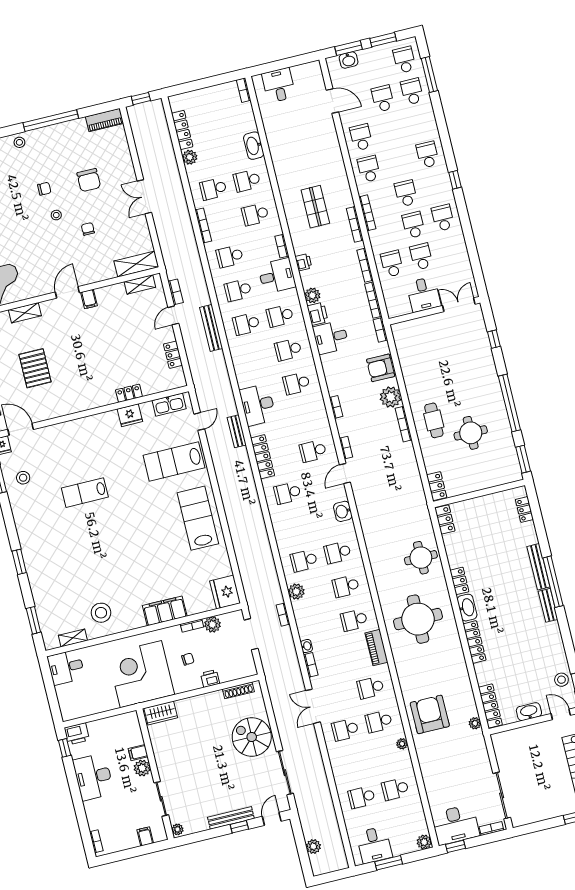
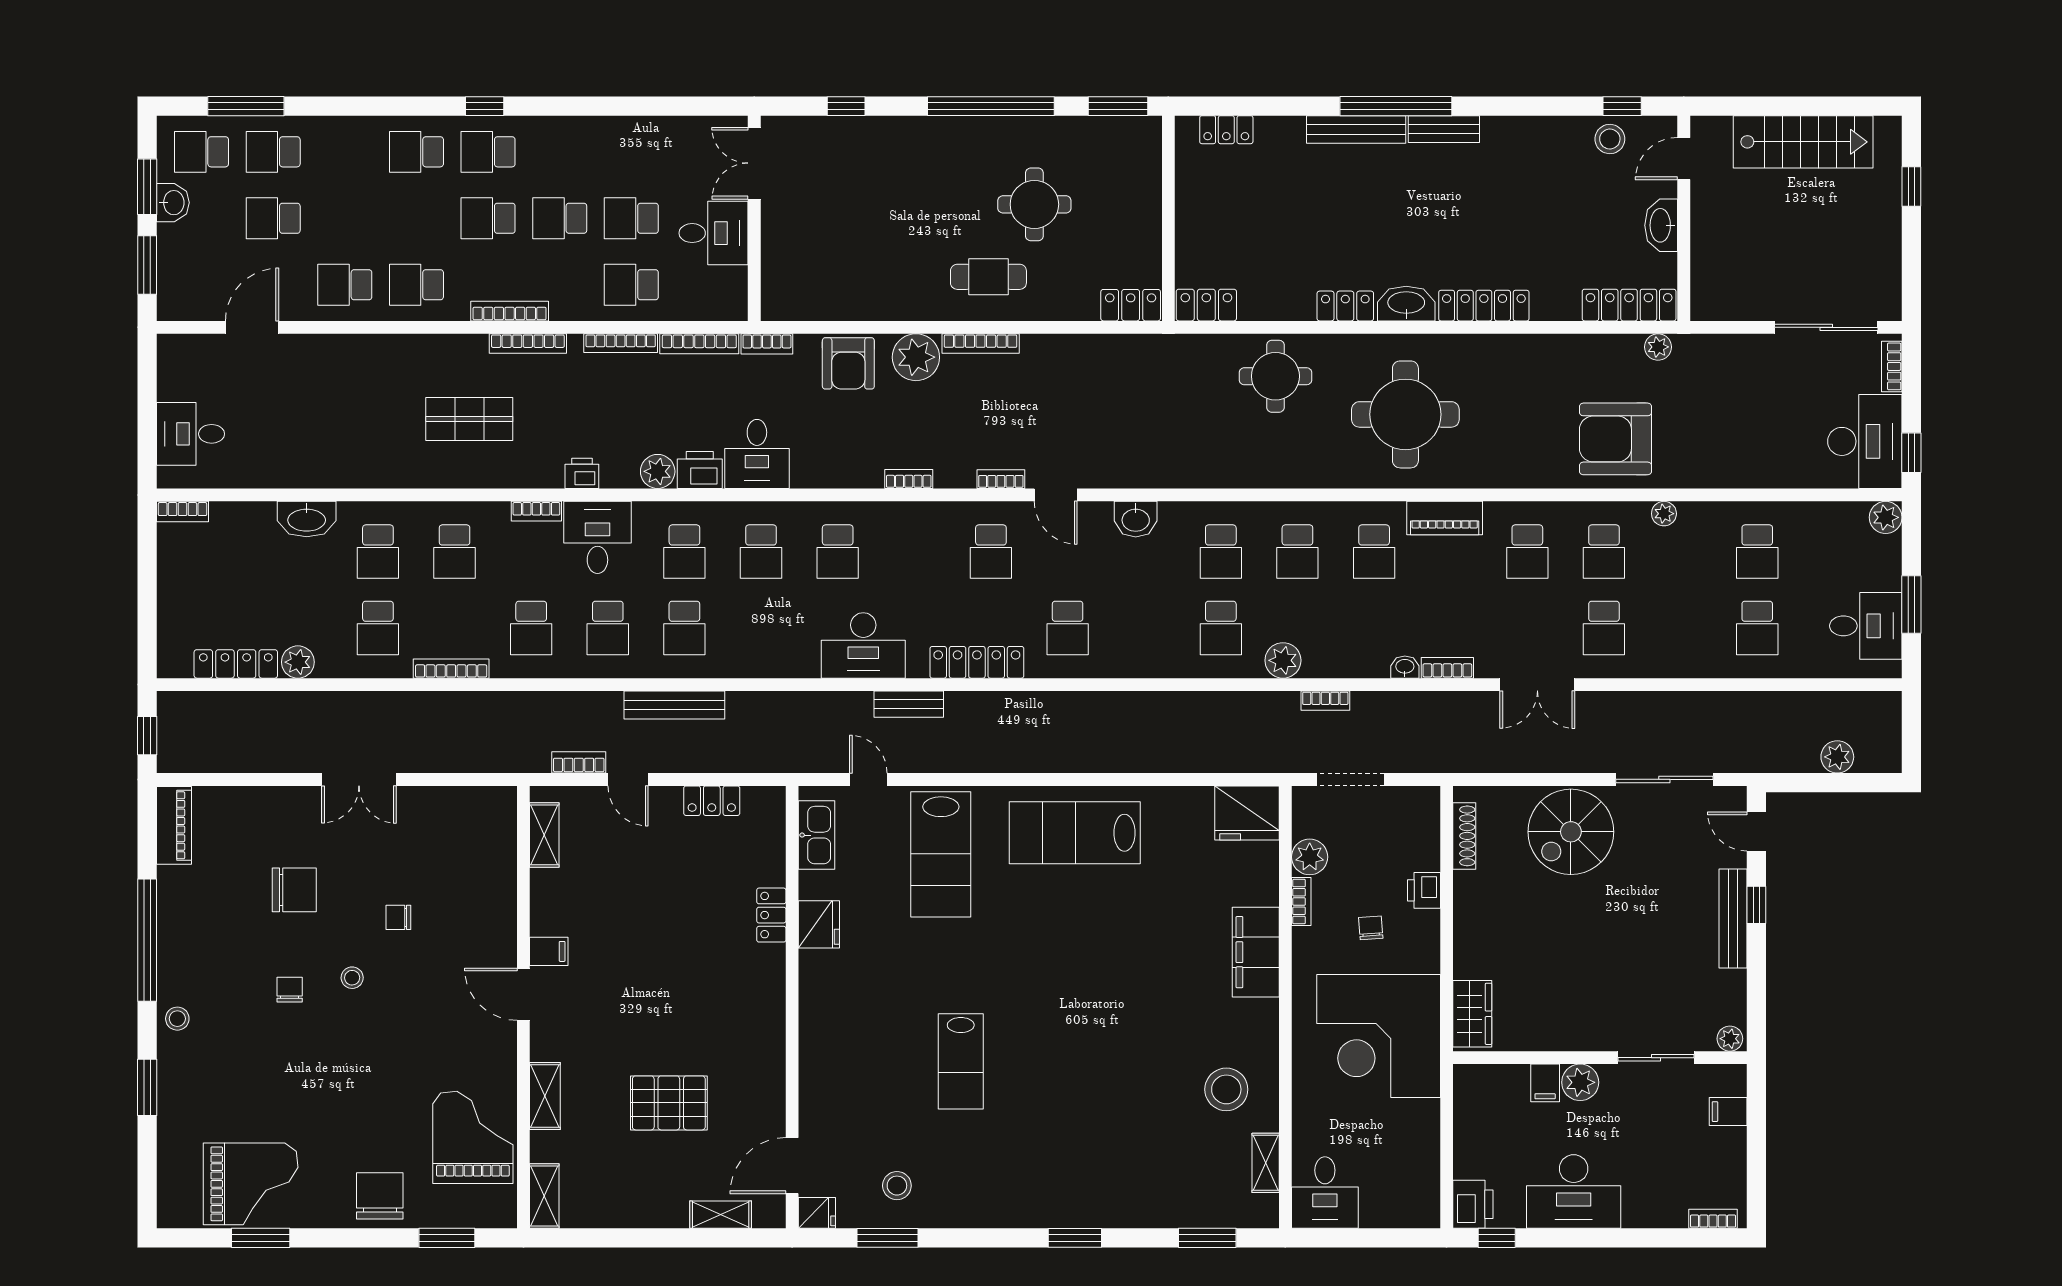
washbasin: (349, 60) -> (173, 203), moved
school desk: (443, 218) -> (488, 152), moved
shelving: (136, 264) -> (499, 832), removed

